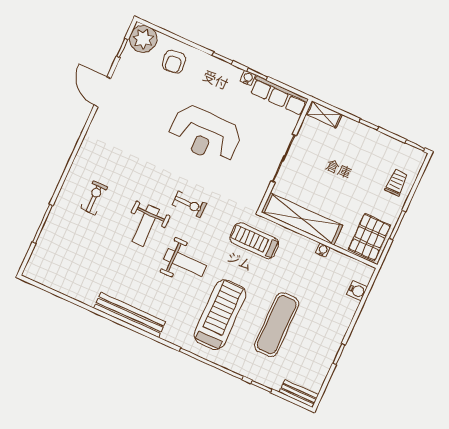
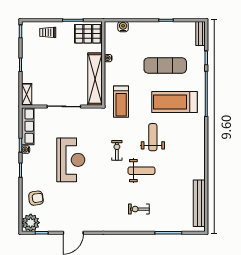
bench: (130, 315) -> (199, 203), moved

